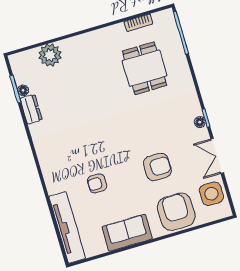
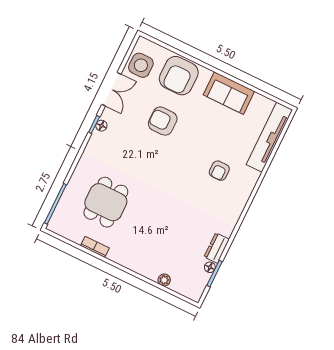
bookcase: (138, 23) -> (95, 247), moved
plant: (50, 55) -> (164, 280), width x0.53, depth x0.53
armchair: (97, 183) -> (219, 171), moved, turned 90

